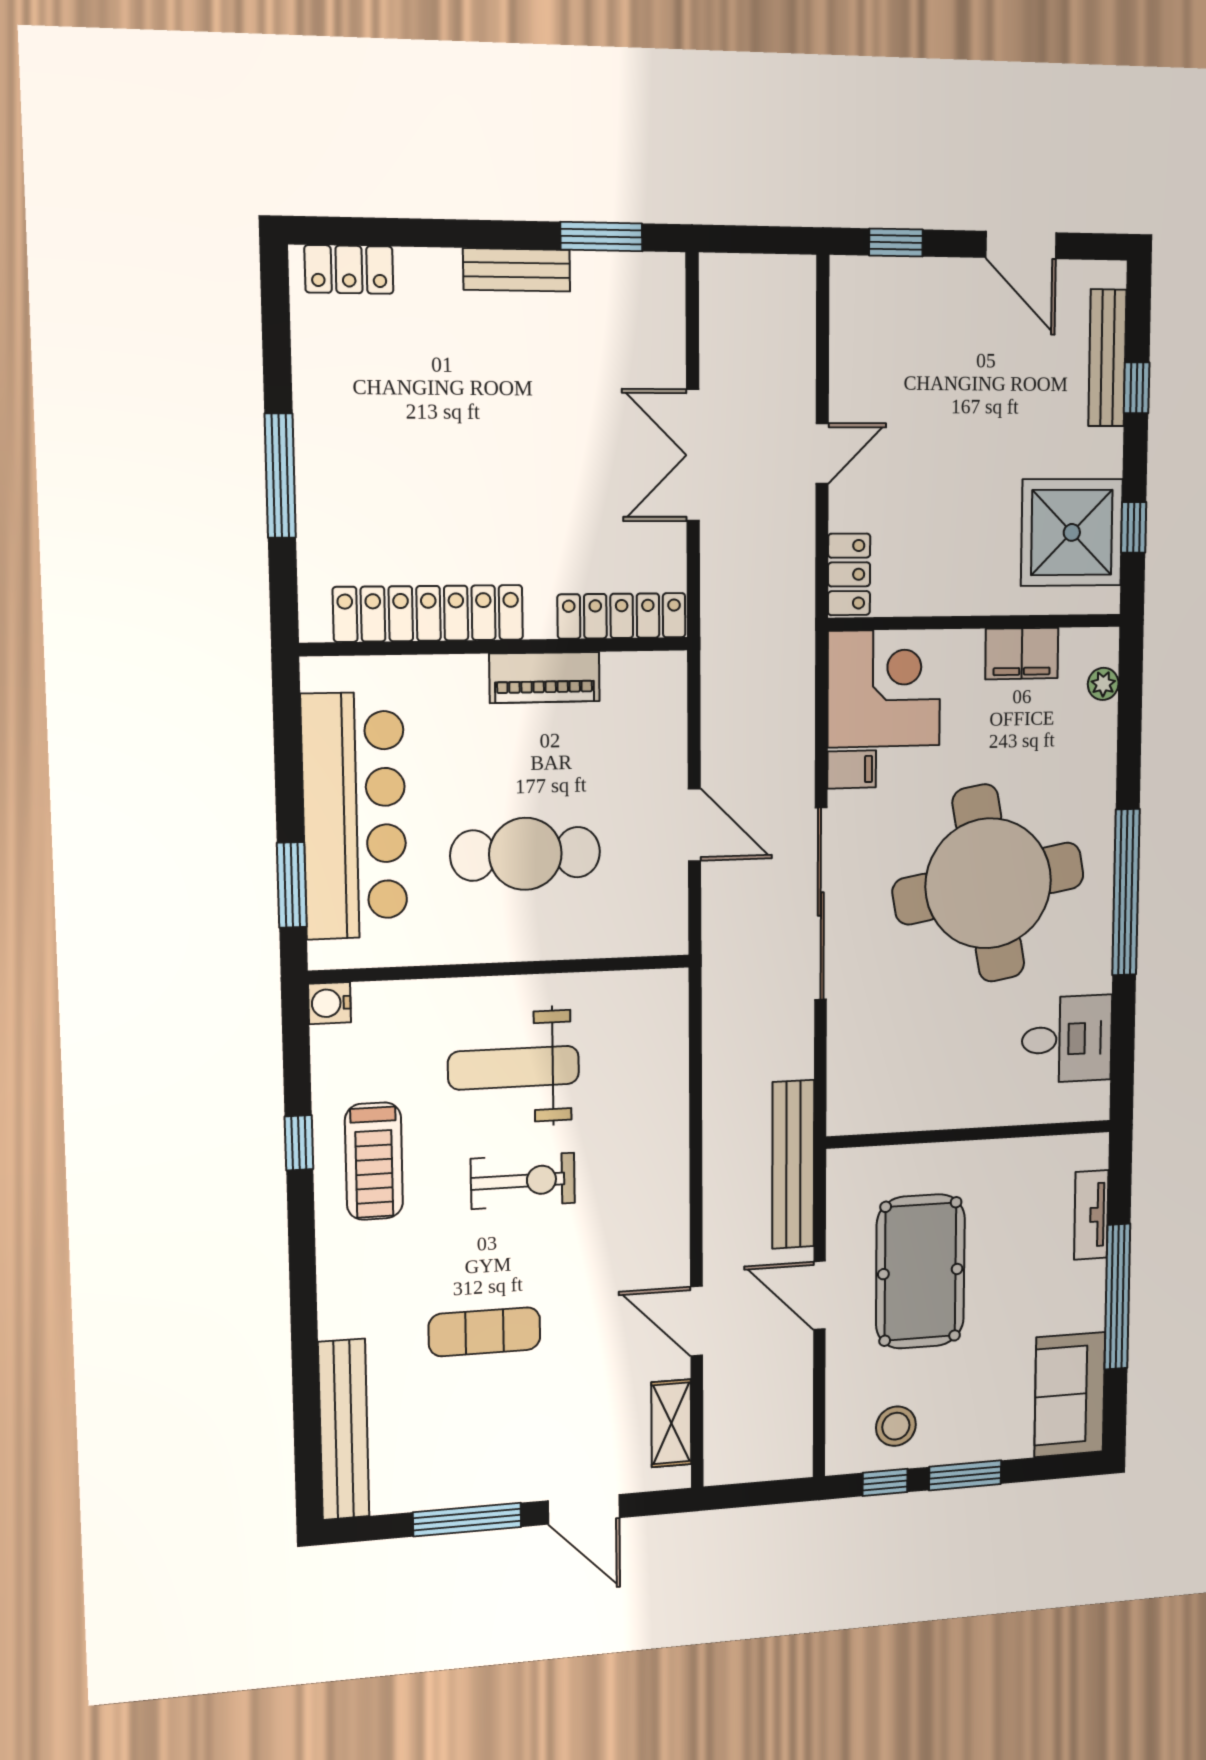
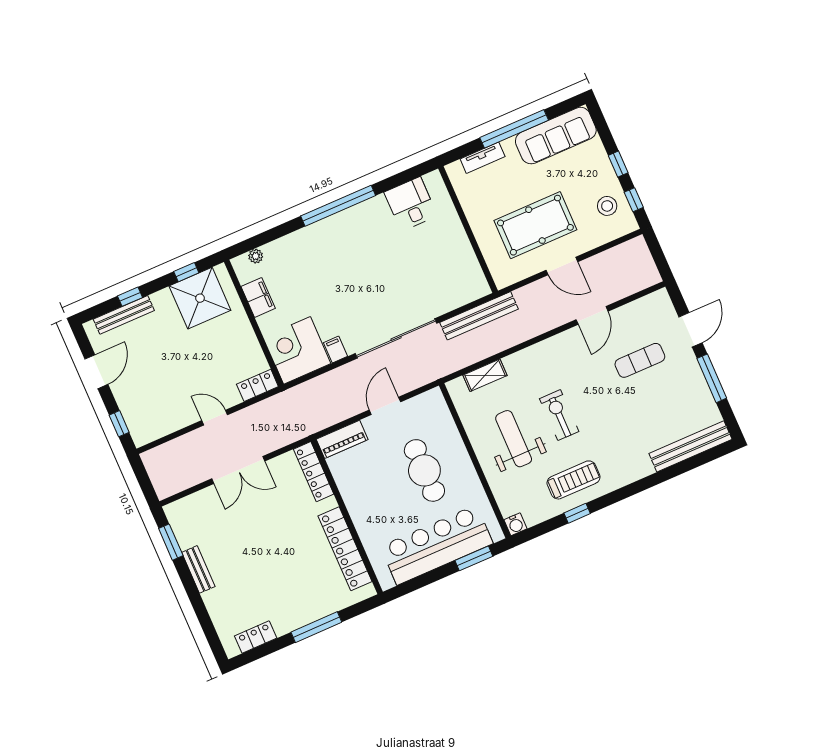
locker: (349, 269) -> (256, 637), moved, turned -90
piano: (545, 677) -> (342, 439), moved, turned 90
round table: (988, 883) -> (359, 269), removed
weight bench: (514, 1068) -> (514, 439), turned 180
bench: (793, 1164) -> (479, 316), moved
door: (820, 1295) -> (562, 266), hinge flipped
exercise mat: (485, 1332) -> (640, 360), moved, turned 90
sofa: (1070, 1395) -> (556, 136), width x1.36
shelving: (671, 1423) -> (485, 375), moved
window: (965, 1475) -> (618, 164), width x0.67

